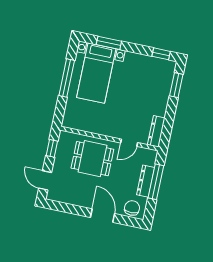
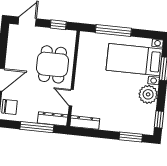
plant: (134, 62) -> (148, 94), added
window: (67, 78) -> (113, 31), moved
dresser: (146, 181) -> (53, 119), moved

